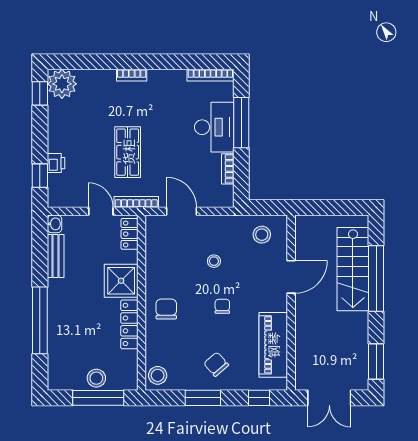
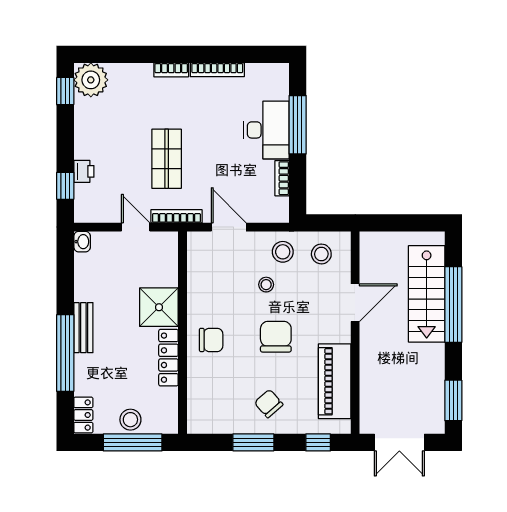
bookcase: (210, 75) -> (217, 70), moved
locker: (130, 234) -> (83, 415), moved, turned 180
bench: (56, 256) -> (83, 328), moved
chair: (222, 306) -> (276, 337), width x1.87, depth x1.87
chair: (166, 309) -> (211, 340), turned 90
stool: (158, 375) -> (283, 252), moved

